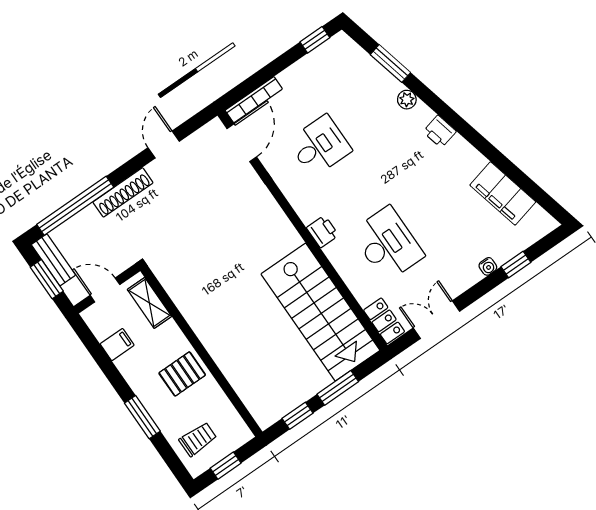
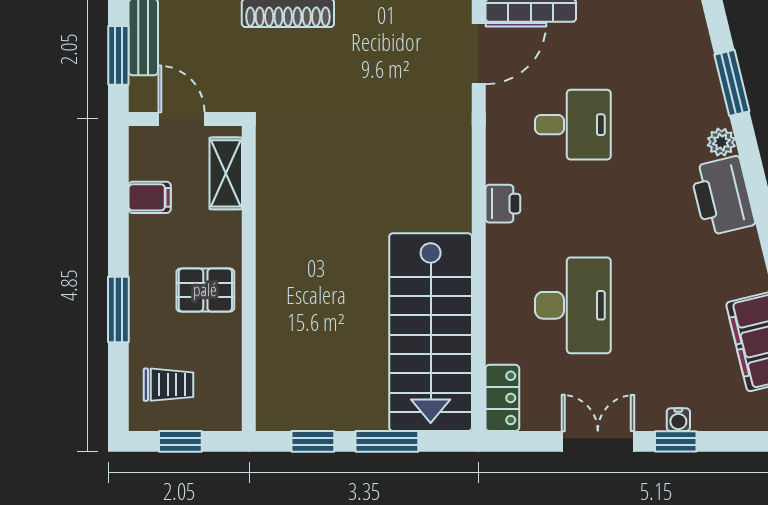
printer: (440, 132) -> (722, 196), width x1.87, depth x1.48
printer: (323, 231) -> (503, 204), moved
window: (516, 265) -> (676, 441), moved
double door: (436, 320) -> (598, 441), moved

